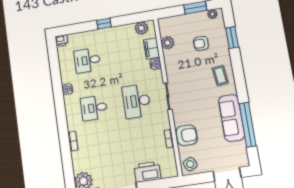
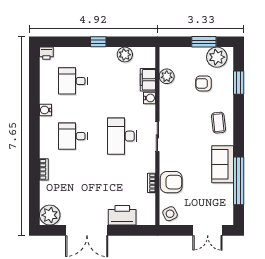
plant: (212, 14) -> (217, 57), width x1.88, depth x1.88
plant: (141, 28) -> (125, 55), moved
sofa: (231, 118) -> (223, 164), width x0.73

